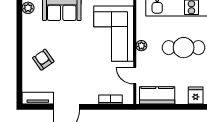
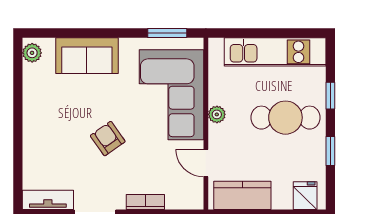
armchair: (43, 60) -> (108, 139), moved
bookcase: (110, 99) -> (145, 202), moved

